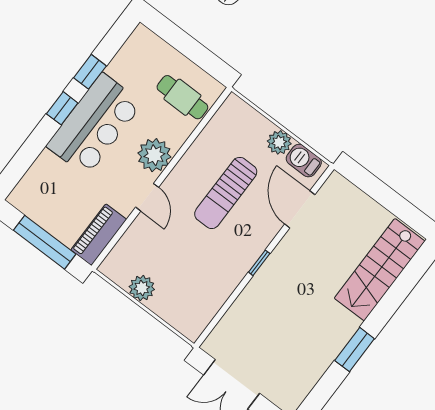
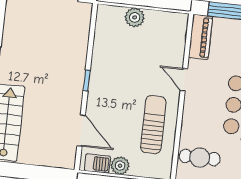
plant: (154, 155) -> (195, 110), removed
sun lounger: (226, 193) -> (153, 125), moved
plant: (142, 288) -> (135, 17), moved

